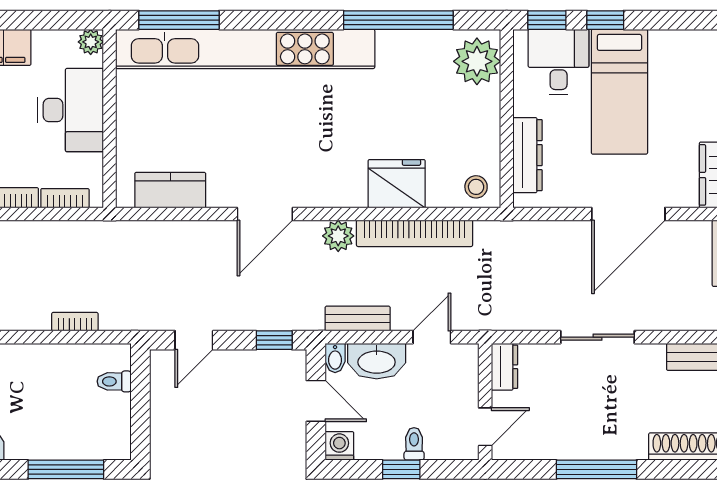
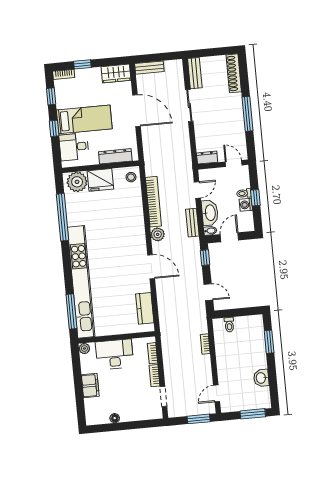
window: (547, 20) -> (51, 96), moved
fridge: (397, 184) -> (100, 180), moved, turned -90
door: (432, 337) -> (197, 190), swing flipped
sliding door: (597, 337) -> (189, 105), moved
washing machine: (339, 446) -> (246, 205), moved
window: (66, 469) -> (269, 342), width x0.69

